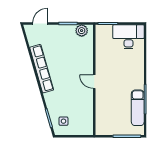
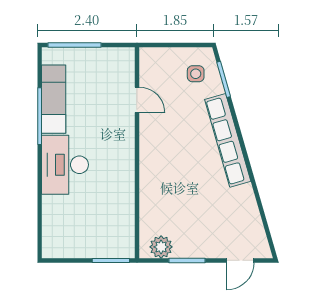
desk: (128, 37) -> (65, 165), moved, turned 90
row of seats: (42, 69) -> (228, 140), moved
door: (94, 82) -> (137, 100), moved

